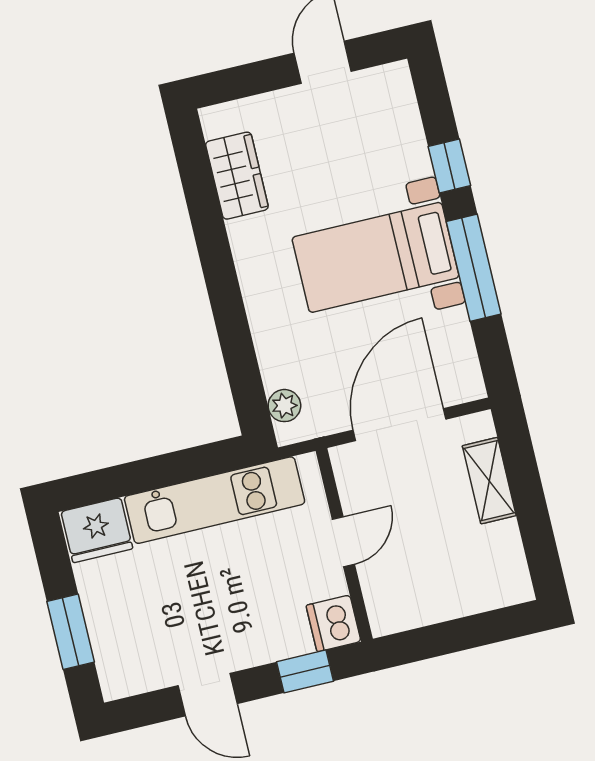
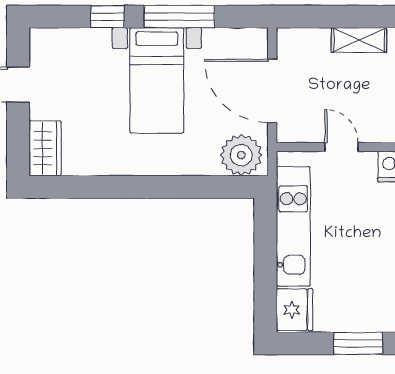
wardrobe: (237, 176) -> (45, 148), moved, turned 90
plant: (284, 406) -> (241, 155), width x1.88, depth x1.88
shelving: (489, 481) -> (359, 40), moved

